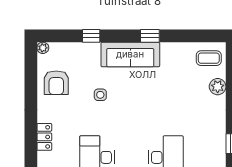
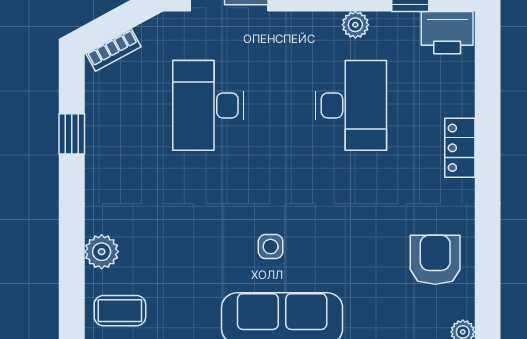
side table: (100, 95) -> (271, 247), moved

